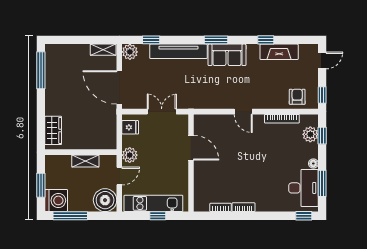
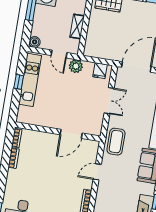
coffee table: (206, 96) -> (116, 142), added
door: (191, 148) -> (71, 134), moved
wall: (191, 163) -> (58, 132), moved
boiler: (105, 200) -> (35, 42), width x0.54, depth x0.54

